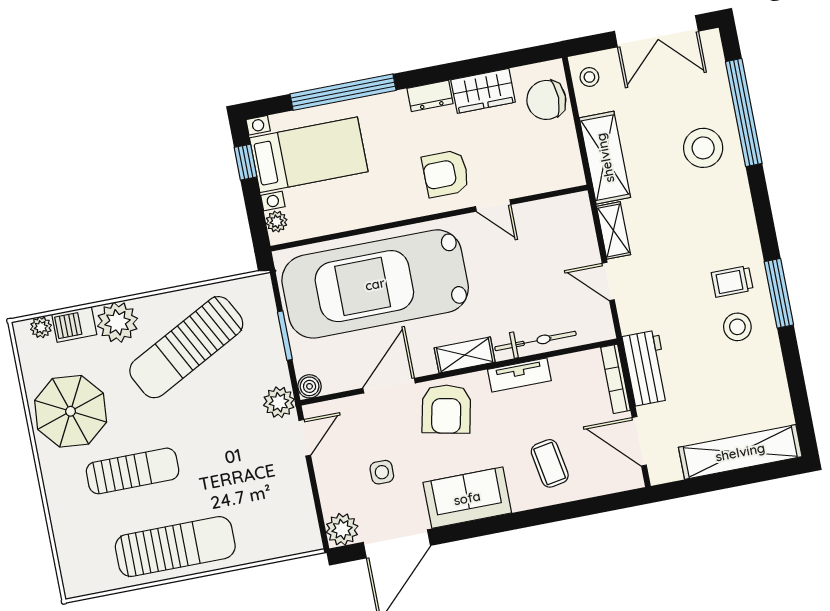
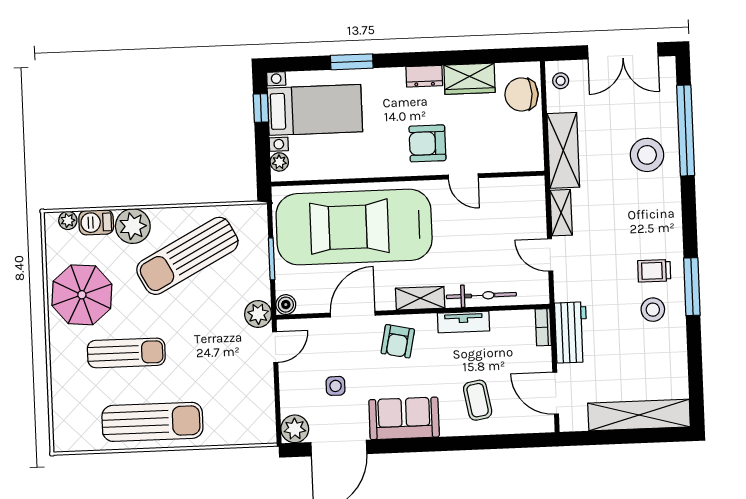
window: (343, 92) -> (352, 62), width x0.47
bookcase: (615, 379) -> (543, 327), width x0.64
armchair: (446, 409) -> (398, 341), width x0.72, depth x0.72

